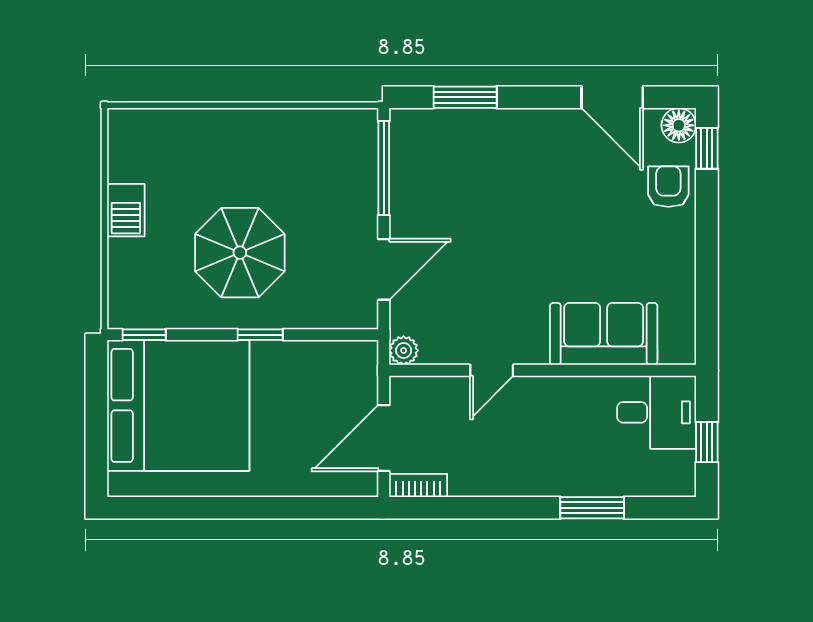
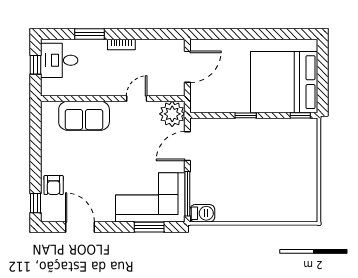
floor lamp: (679, 125) -> (49, 214), removed
corner sofa: (463, 161) -> (150, 197), added
barbecue: (126, 210) -> (202, 213), moved, turned 90
parasol: (240, 253) -> (255, 154), removed
plant: (404, 351) -> (172, 114), width x1.88, depth x1.88
desk: (657, 412) -> (59, 60), moved
bookcase: (418, 485) -> (121, 45), moved

